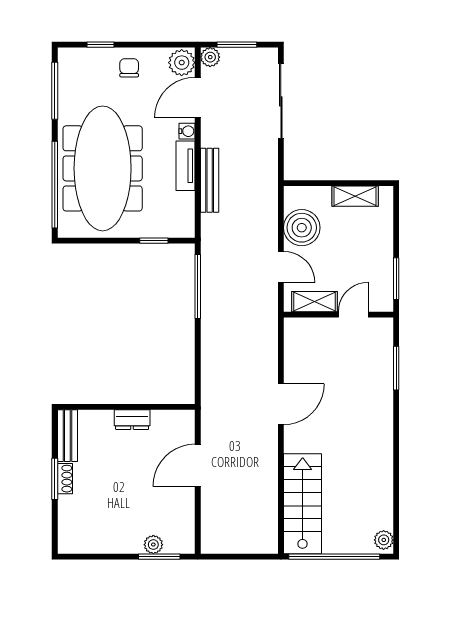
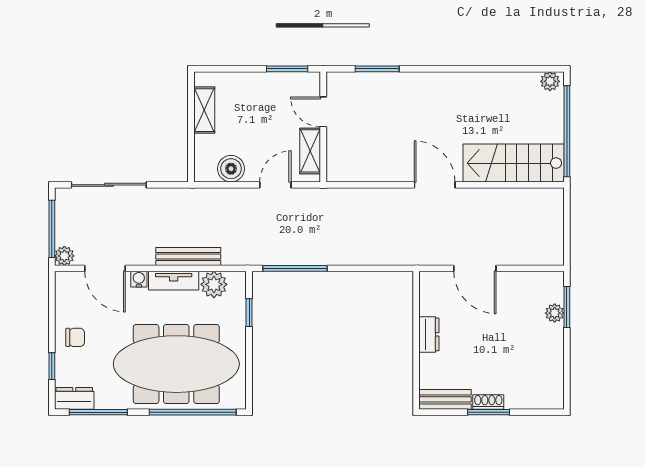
window: (237, 45) -> (52, 229), width x1.44
plant: (182, 63) -> (214, 284), moved
dresser: (68, 67) -> (74, 398), added
chair: (129, 68) -> (75, 337), turned 180
boiler: (302, 228) -> (231, 169), width x0.73, depth x0.73
door: (281, 404) -> (435, 185), moved

